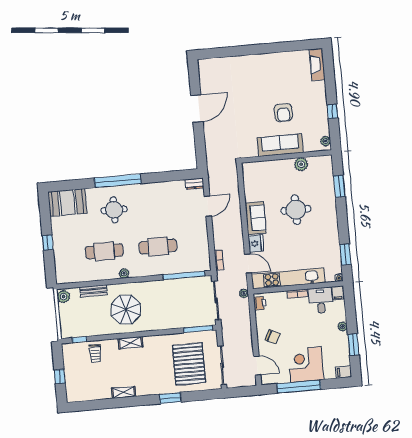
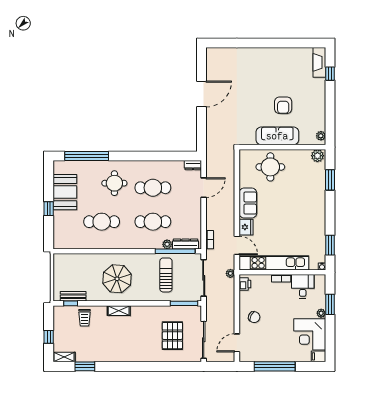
window: (333, 111) -> (330, 74), moved
plant: (301, 164) -> (317, 156), moved
window: (118, 181) -> (87, 156), moved
booth: (67, 202) -> (65, 192), moved, turned 90
round table: (296, 210) -> (270, 167), moved
cafe table: (155, 211) -> (153, 188), added
dresser: (194, 267) -> (186, 244), added
plant: (124, 273) -> (167, 244), moved
bench: (93, 291) -> (73, 296), moved
filing cabinet: (338, 293) -> (319, 281), removed
plant: (64, 297) -> (59, 261), removed
sun lounger: (177, 301) -> (166, 275), added
window: (353, 345) -> (330, 304), moved
pallet: (189, 364) -> (172, 336), width x0.73, depth x0.71
corner desk: (306, 365) -> (310, 334), moved, turned -90
door: (257, 366) -> (237, 343), swing flipped
shelving: (124, 392) -> (64, 357), moved
window: (170, 398) -> (85, 366), moved

